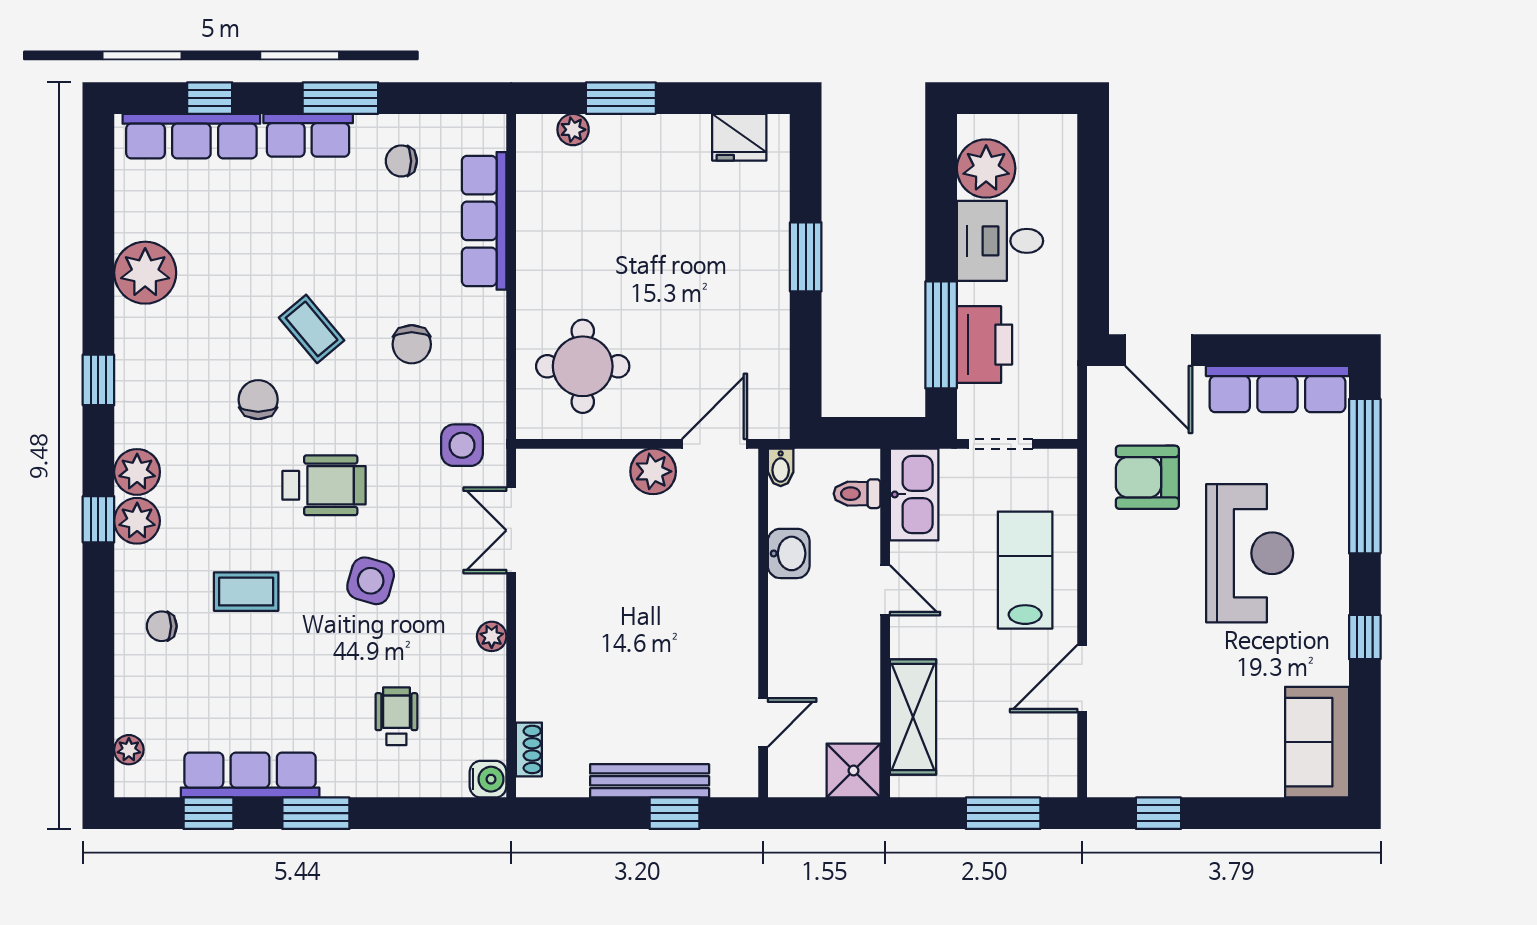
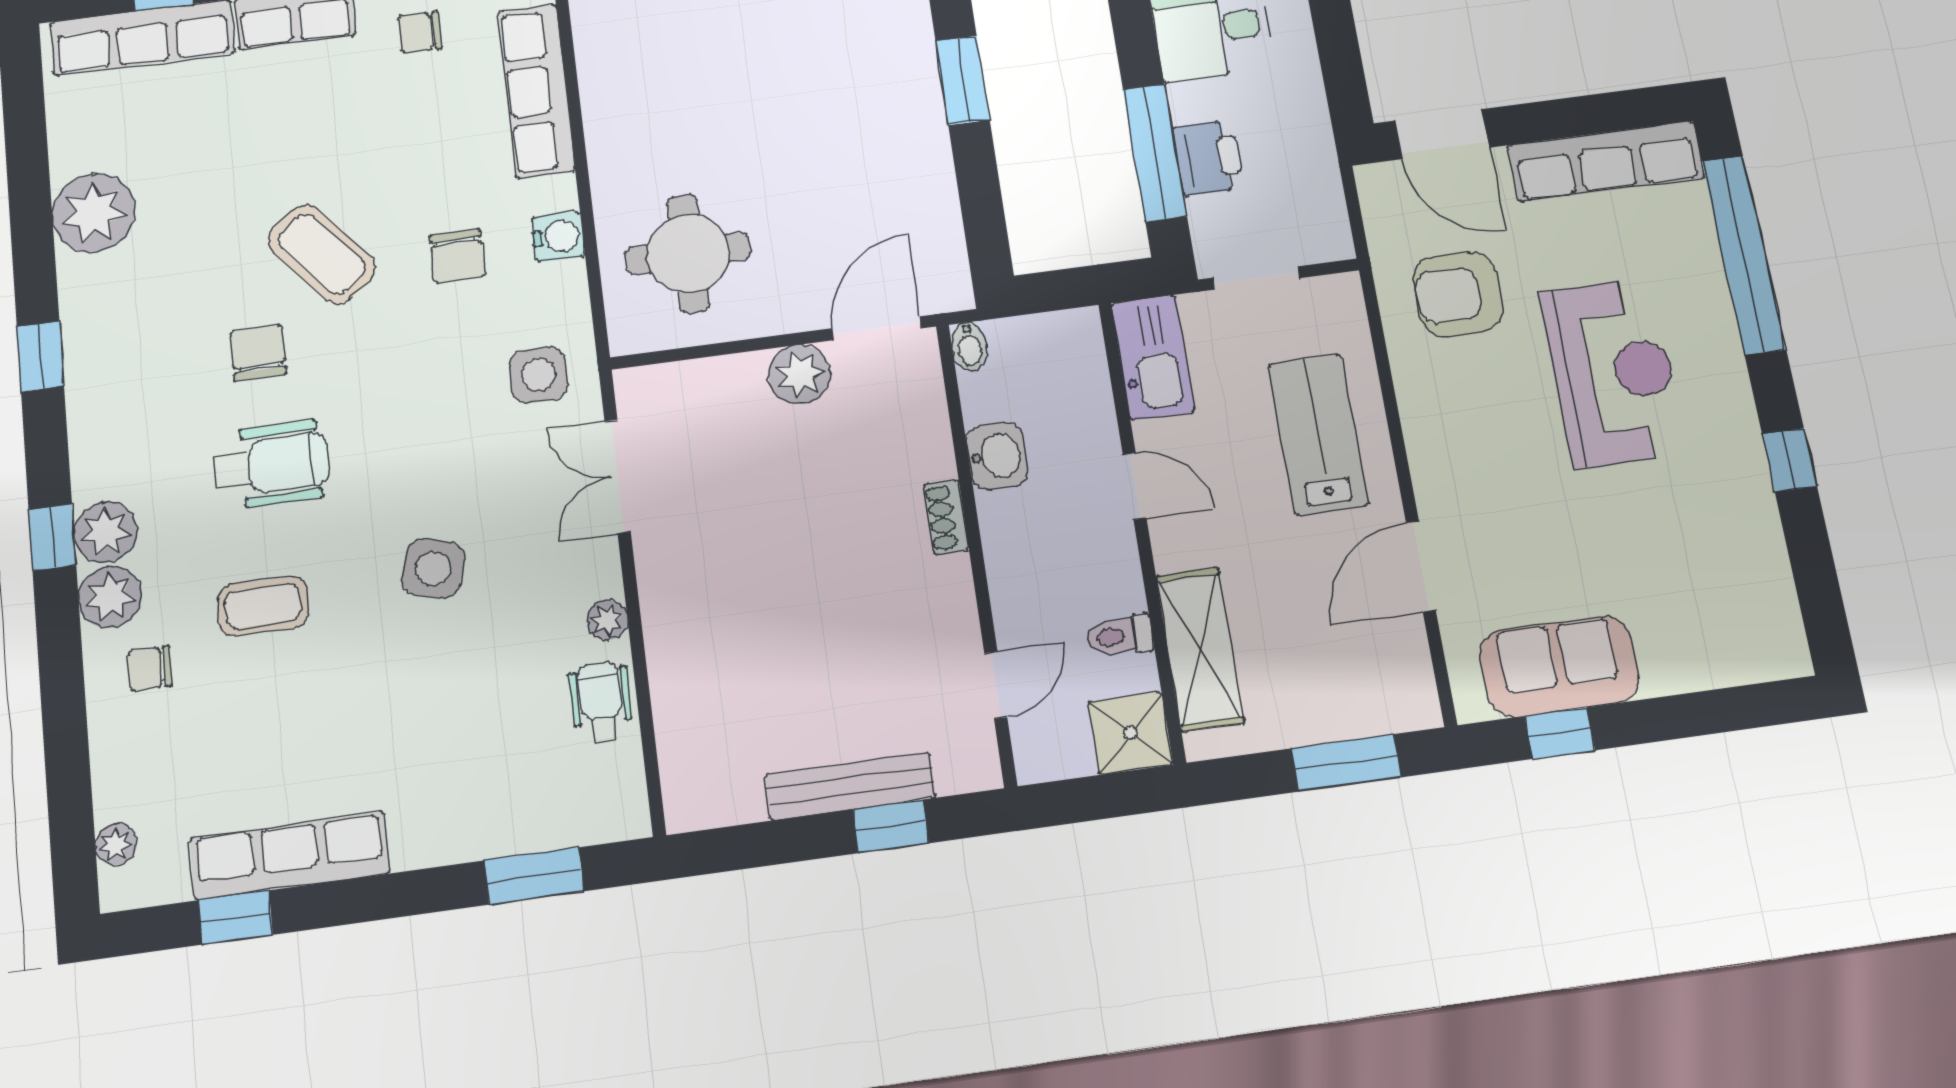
coffee table: (312, 329) -> (322, 254), width x1.36, depth x1.30
printer: (984, 345) -> (1208, 158), width x0.73, depth x0.84
plant: (137, 472) -> (110, 597), moved
wheelchair: (324, 485) -> (272, 465), moved
toilet: (857, 494) -> (1120, 636), moved
wheelchair: (396, 716) -> (601, 702), moved
sofa: (1317, 742) -> (1559, 667), moved, turned 90
shoe rack: (529, 749) -> (946, 517), moved, turned 180
water cooler: (488, 779) -> (558, 237), moved
window: (316, 813) -> (534, 876), moved

